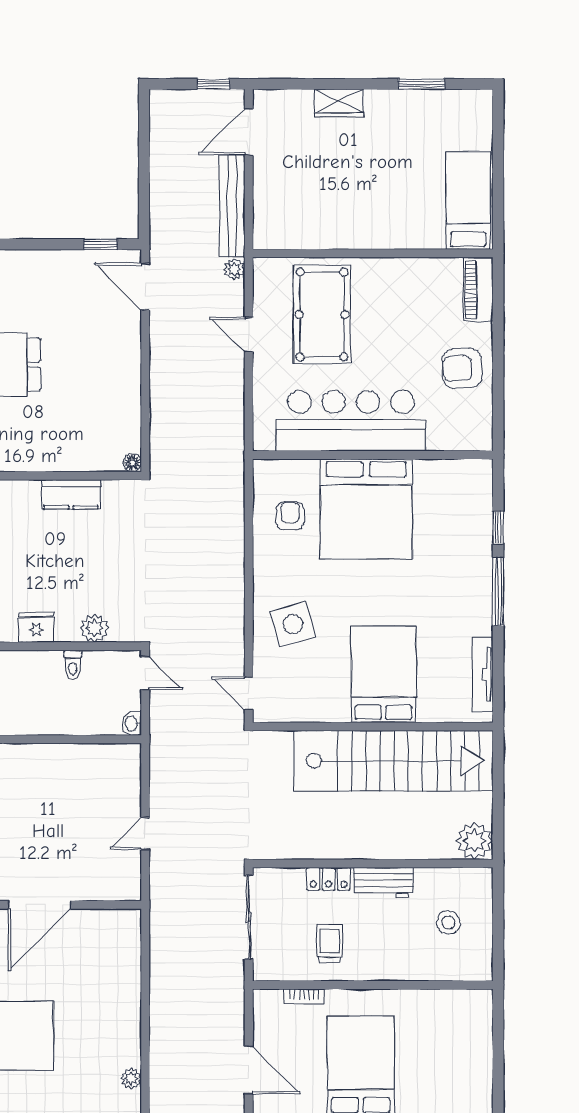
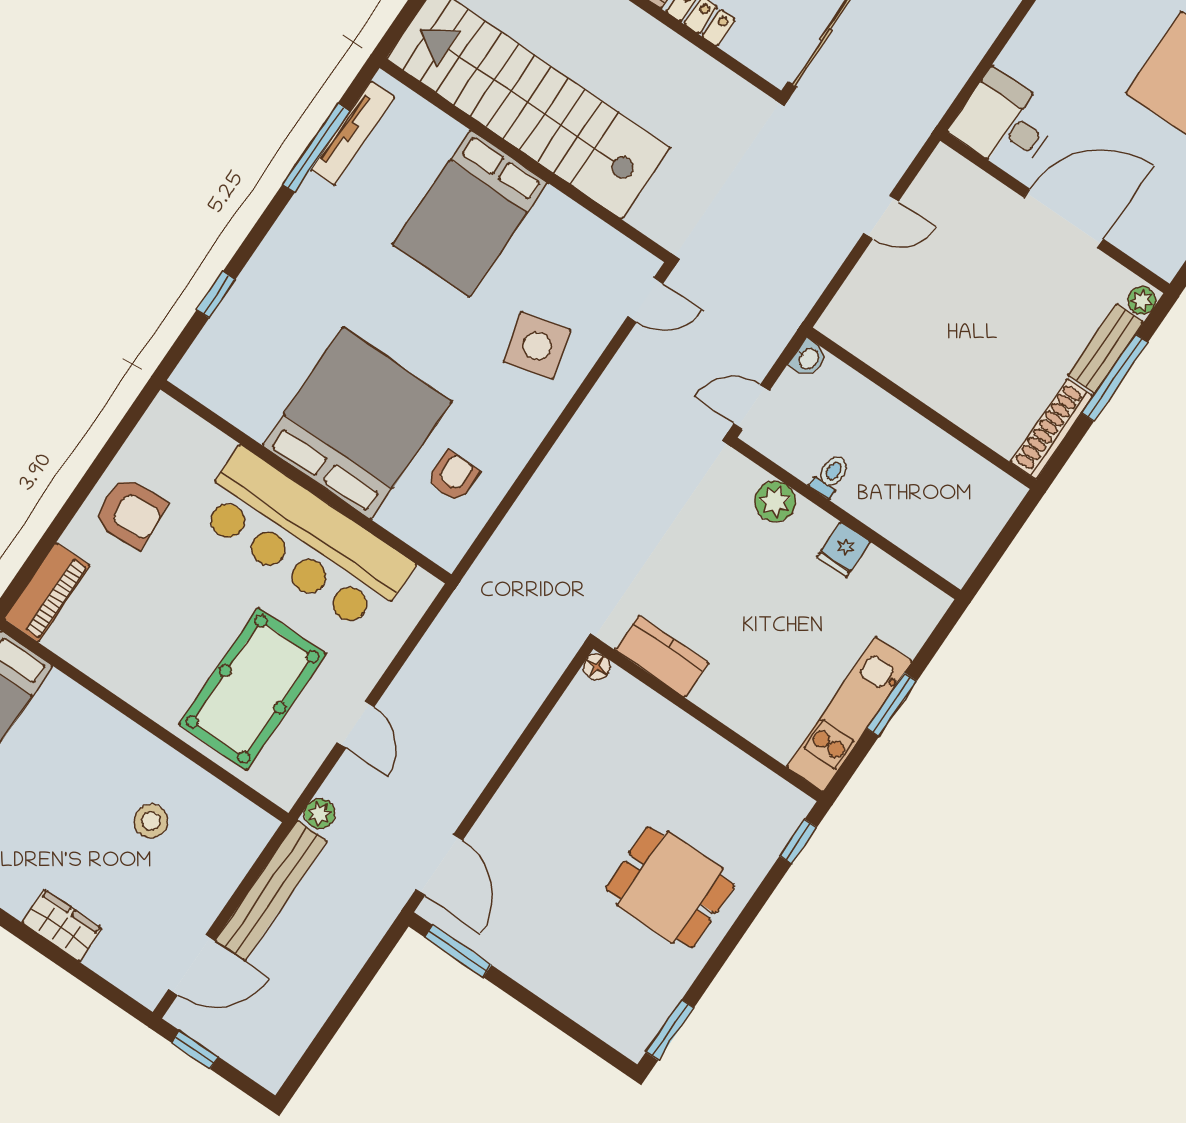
stool: (329, 199) -> (151, 821), added
window: (101, 244) -> (458, 951), width x1.50
kitchen counter: (71, 494) -> (662, 656), moved
armchair: (290, 516) -> (453, 476), turned 180
window: (498, 592) -> (316, 148), moved
fridge: (36, 627) -> (843, 549), width x0.72
door: (145, 673) -> (751, 407), hinge flipped
door: (249, 693) -> (645, 300), hinge flipped
desk: (111, 937) -> (1005, 123), added

